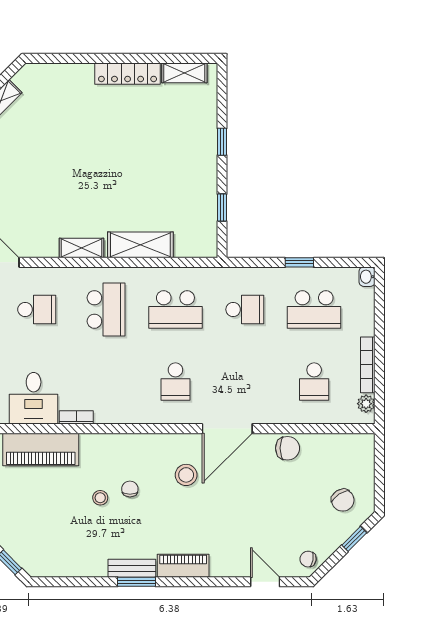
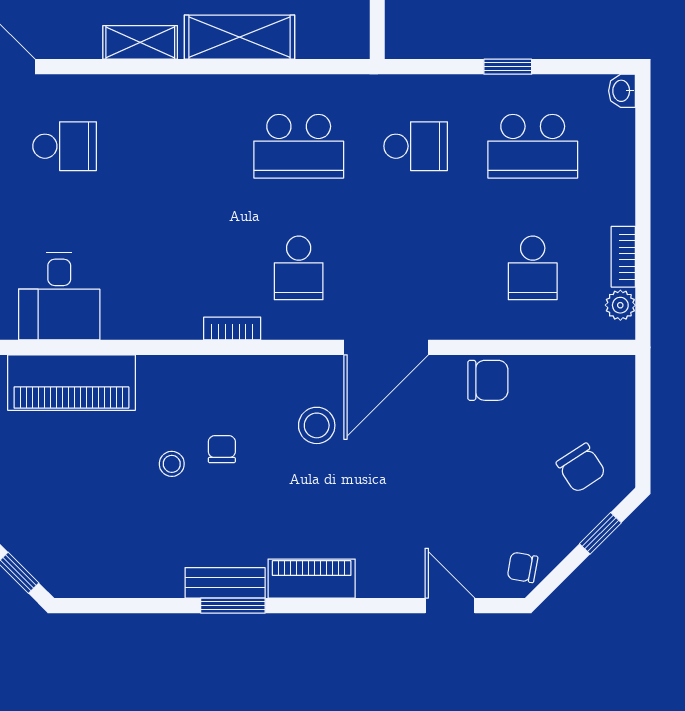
school desk: (106, 309) -> (182, 146), removed
bookcase: (368, 365) -> (623, 257), width x0.64
bookcase: (76, 417) -> (232, 328), moved

